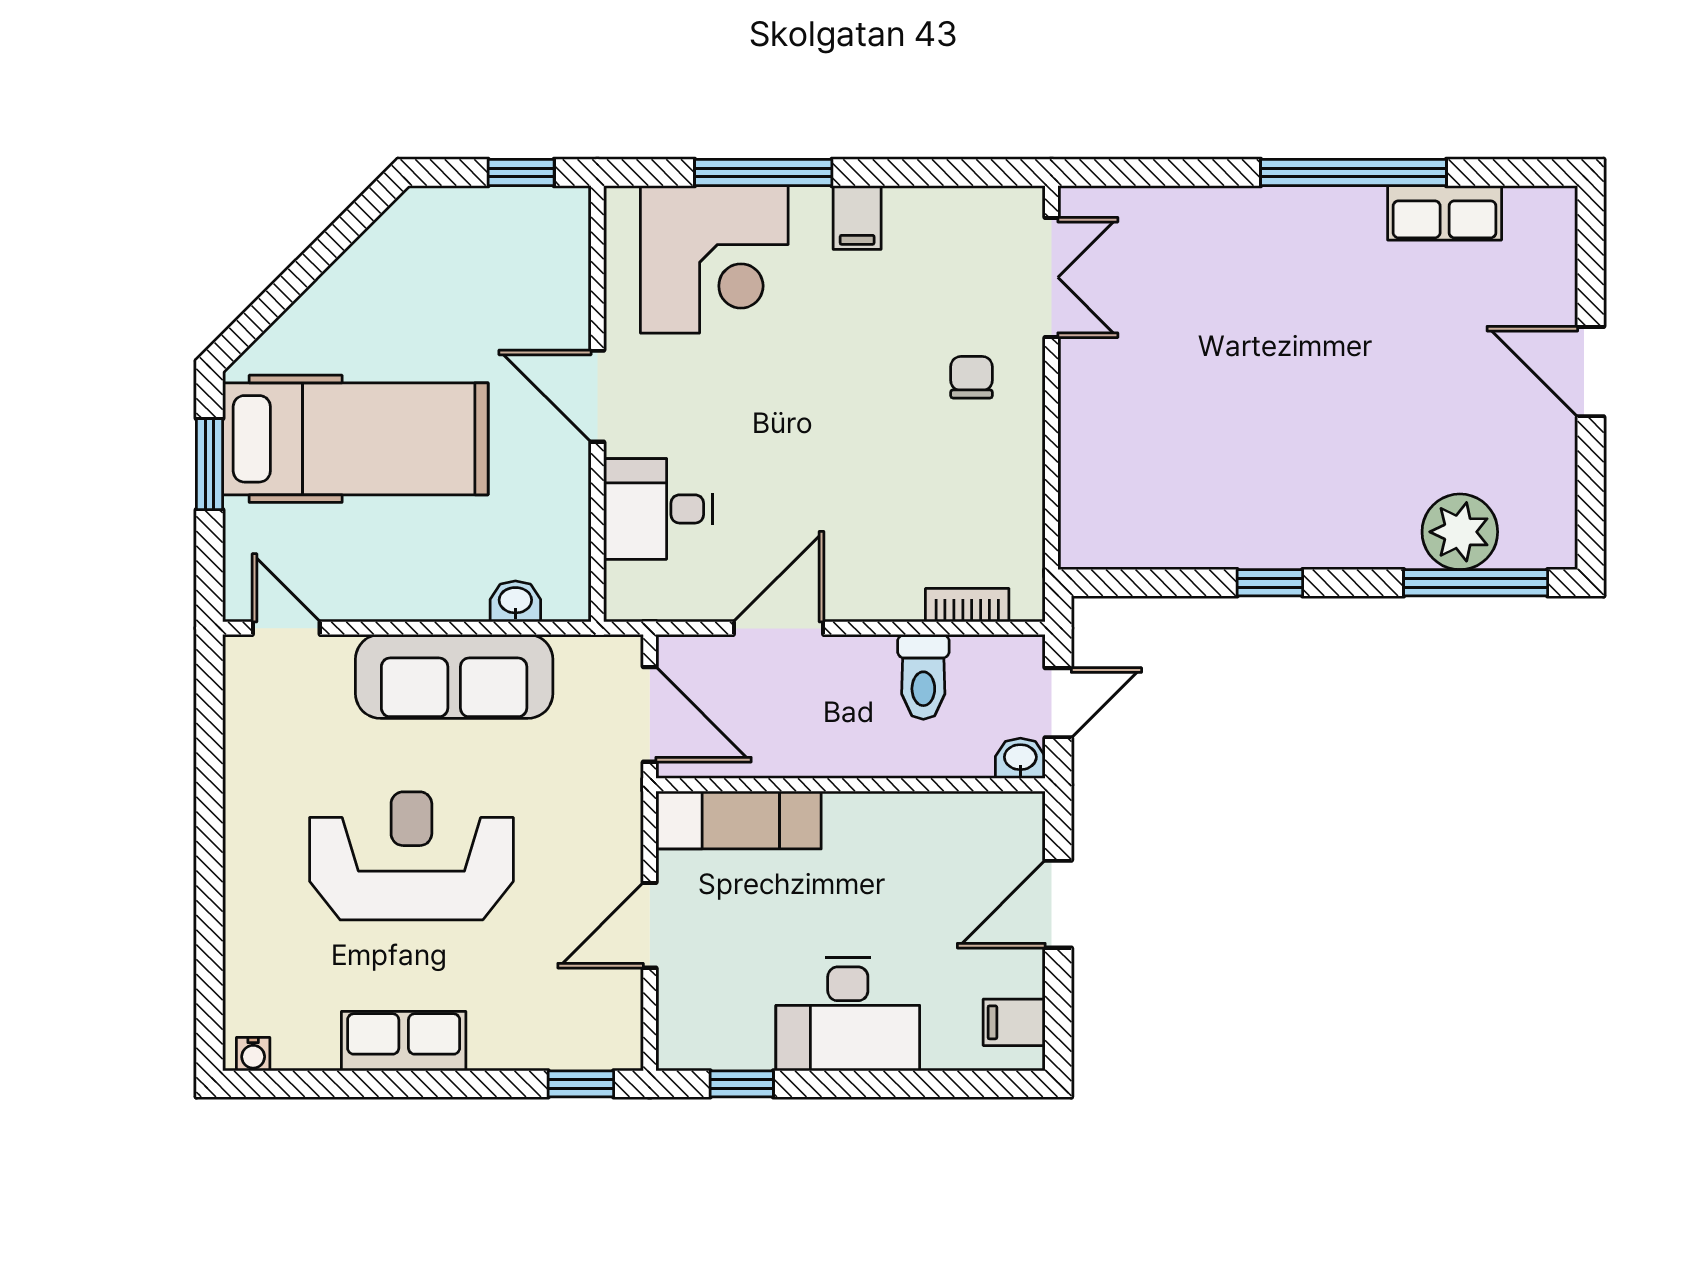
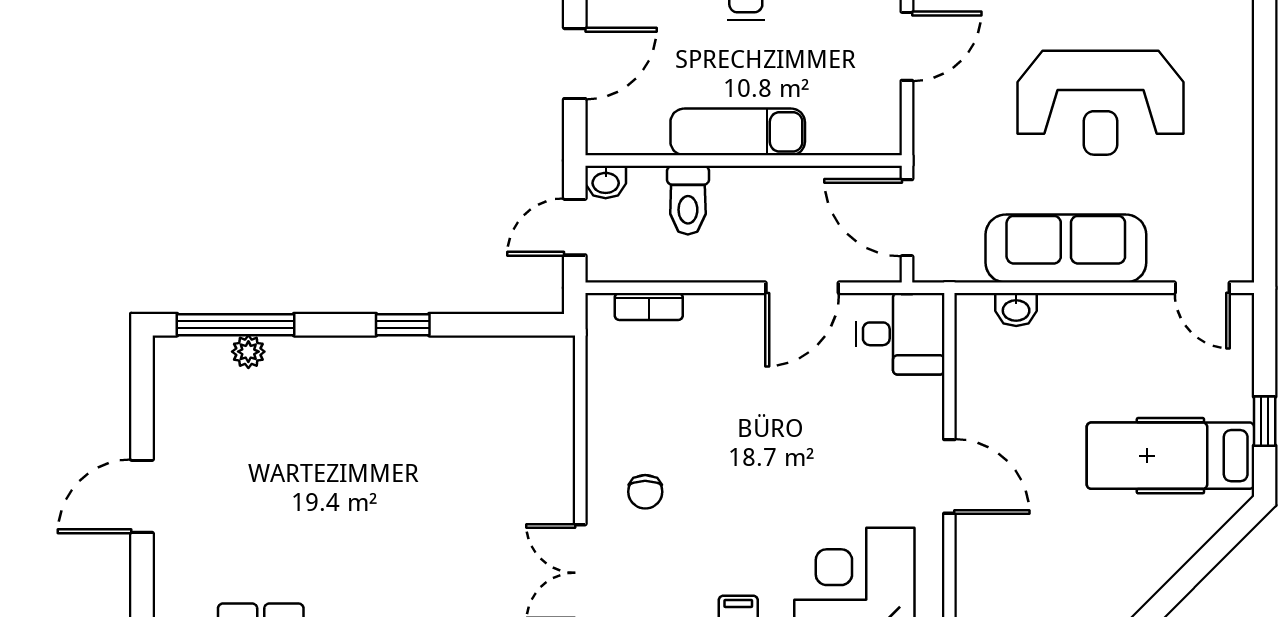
door: (1591, 372) -> (142, 496), swing flipped
hospital bed: (355, 439) -> (1170, 456), width x0.73, depth x0.78
window: (210, 464) -> (1265, 421), width x0.67
desk: (658, 509) -> (900, 334), moved
plant: (1460, 532) -> (248, 352), width x0.53, depth x0.53
toilet: (923, 677) -> (688, 200), moved, turned 180
exam couch: (738, 820) -> (738, 132), moved

